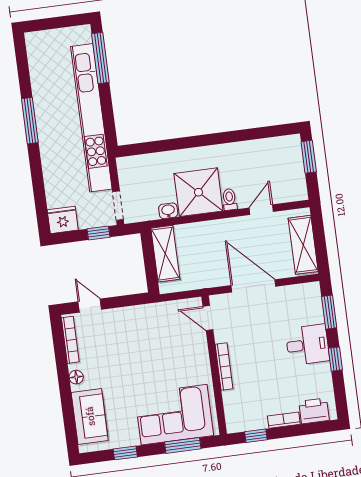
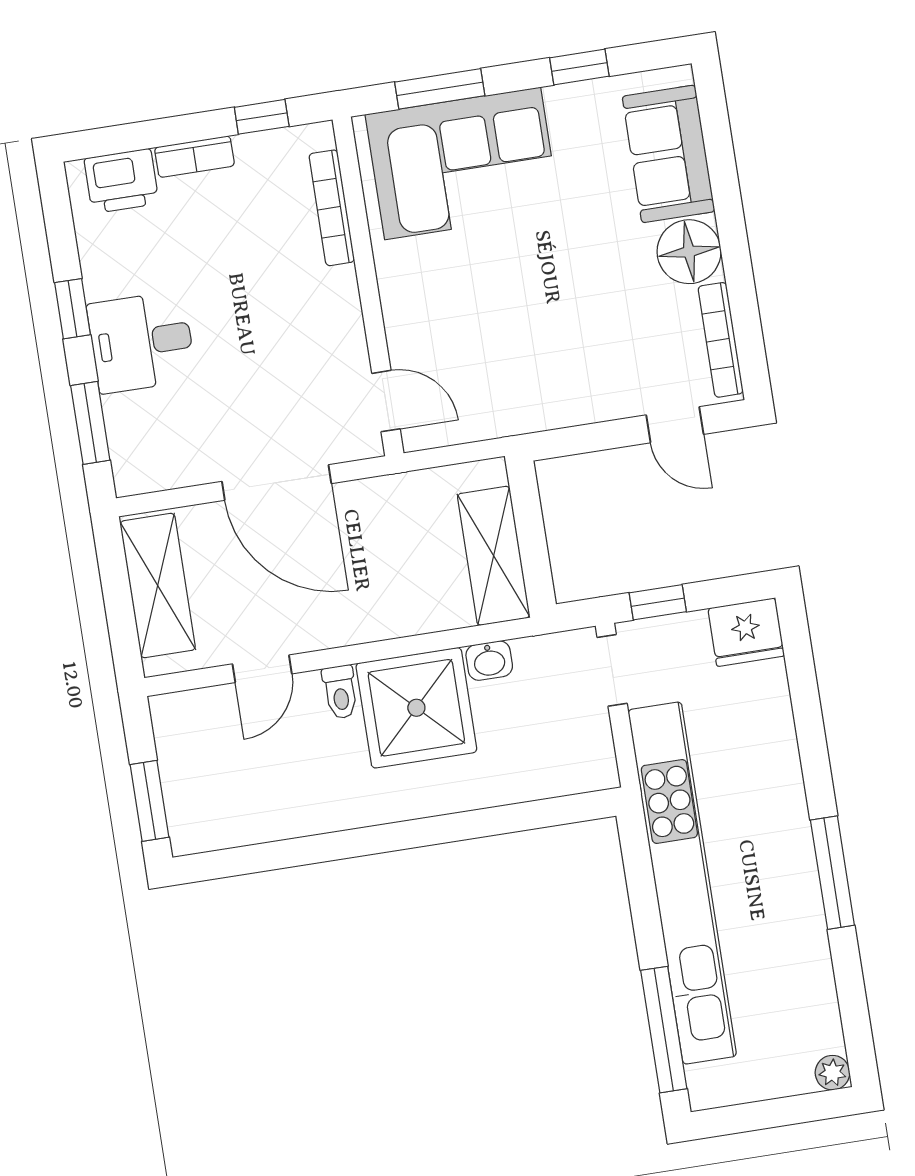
plant: (32, 39) -> (832, 1073), added
bookcase: (224, 366) -> (332, 208), moved
floor lamp: (76, 377) -> (689, 252), width x1.89, depth x1.89

